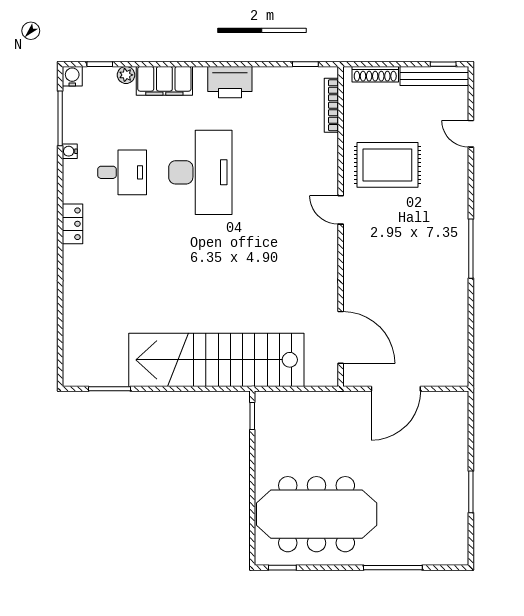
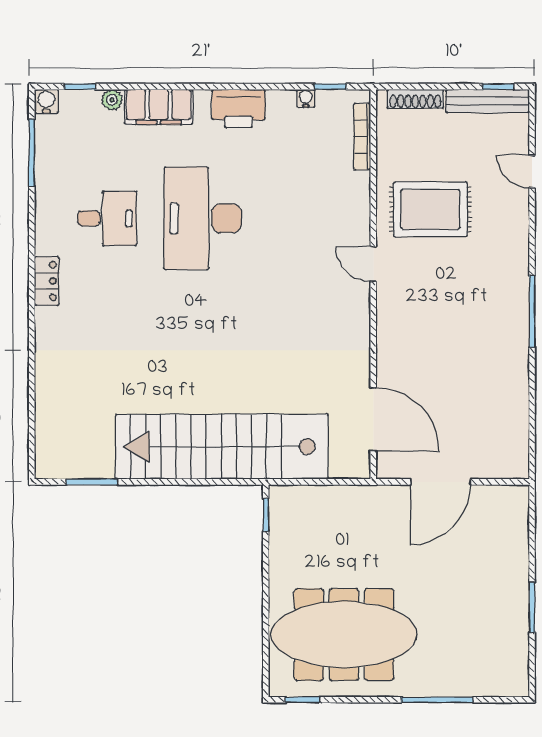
water cooler: (70, 151) -> (306, 98), moved, turned 90
desk: (200, 172) -> (202, 218), turned 180

